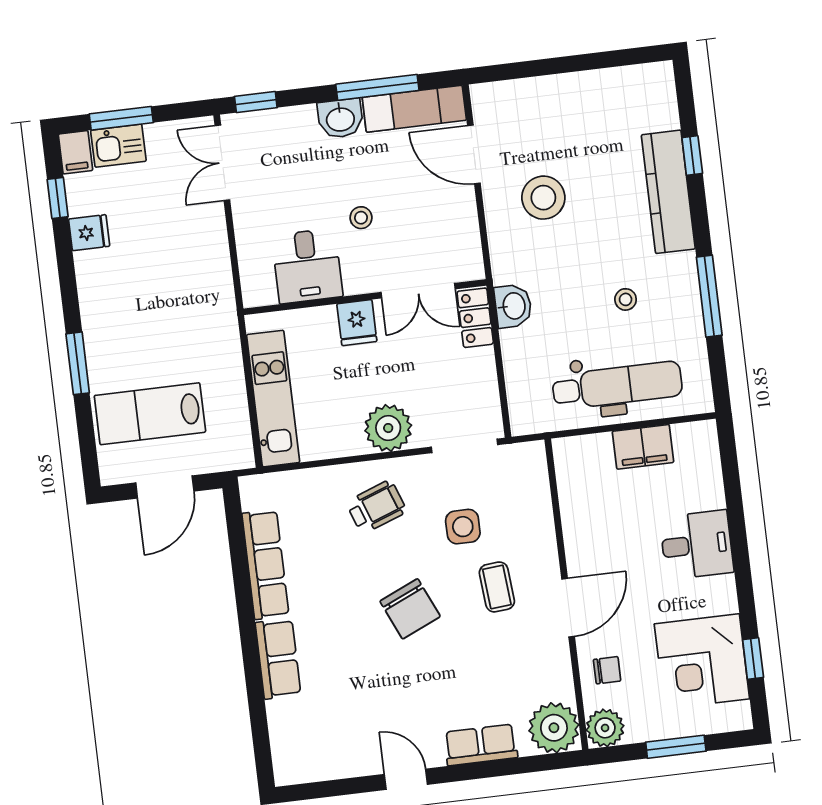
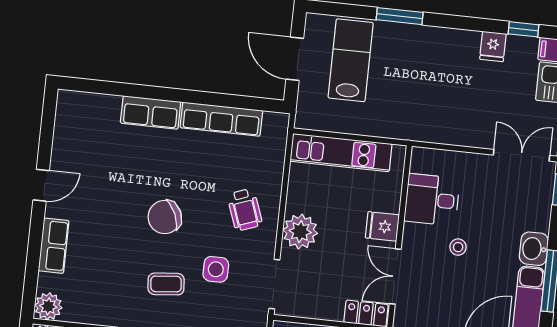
plant: (554, 728) -> (48, 306), width x0.73, depth x0.73

